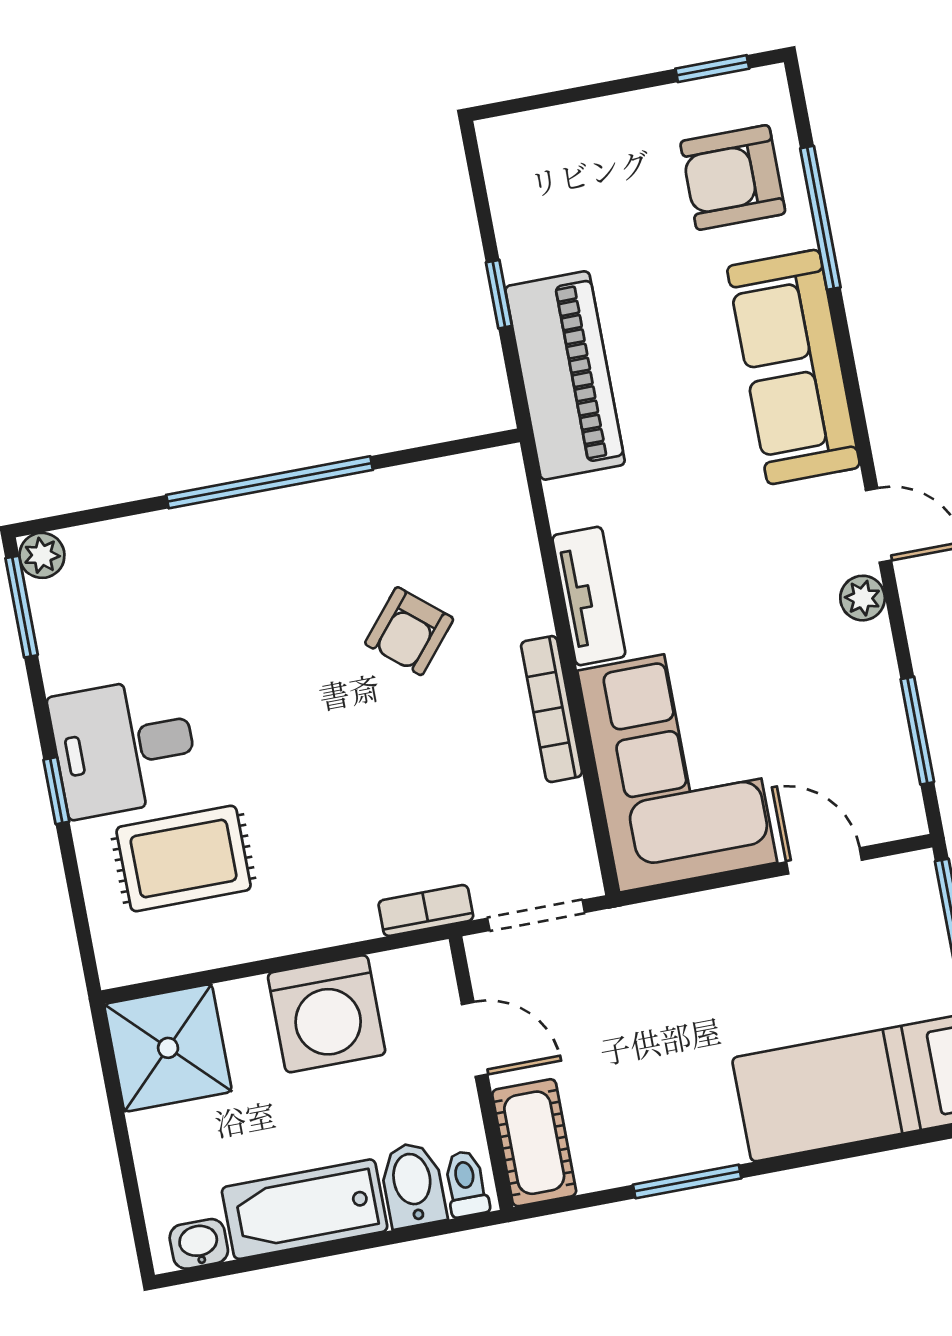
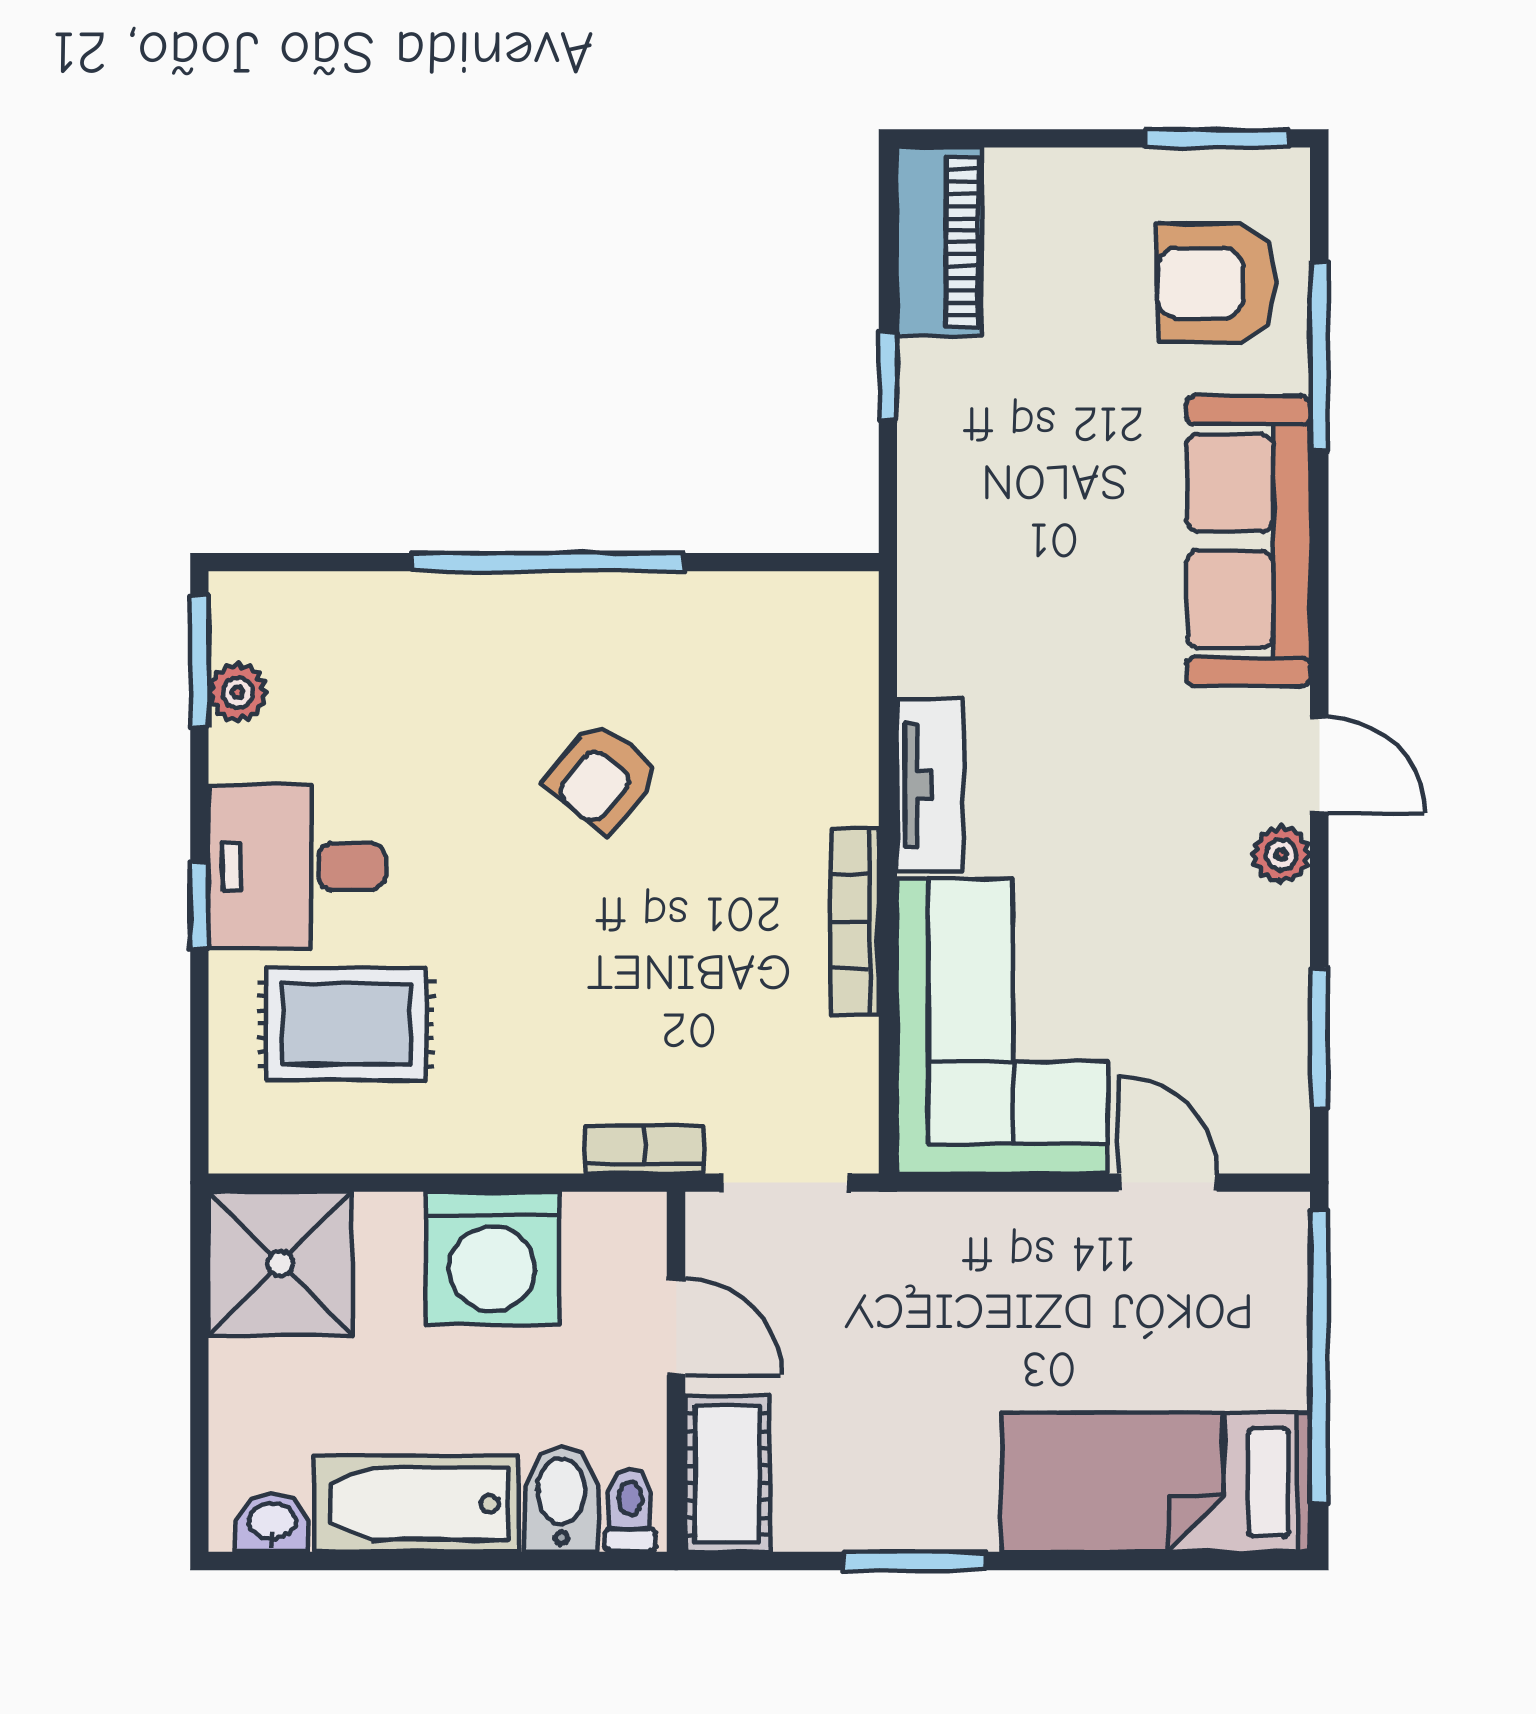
window: (712, 69) -> (1217, 138), width x1.50
piano: (565, 375) -> (939, 242), moved, width x0.73, depth x0.75
plant: (42, 555) -> (238, 693), moved
armchair: (409, 631) -> (602, 777), moved

